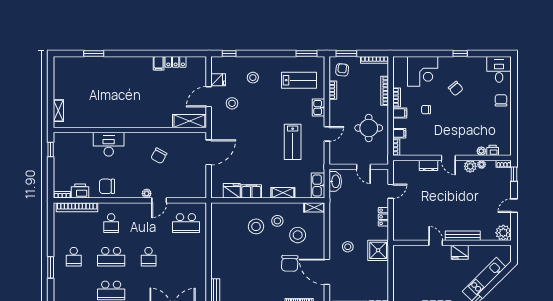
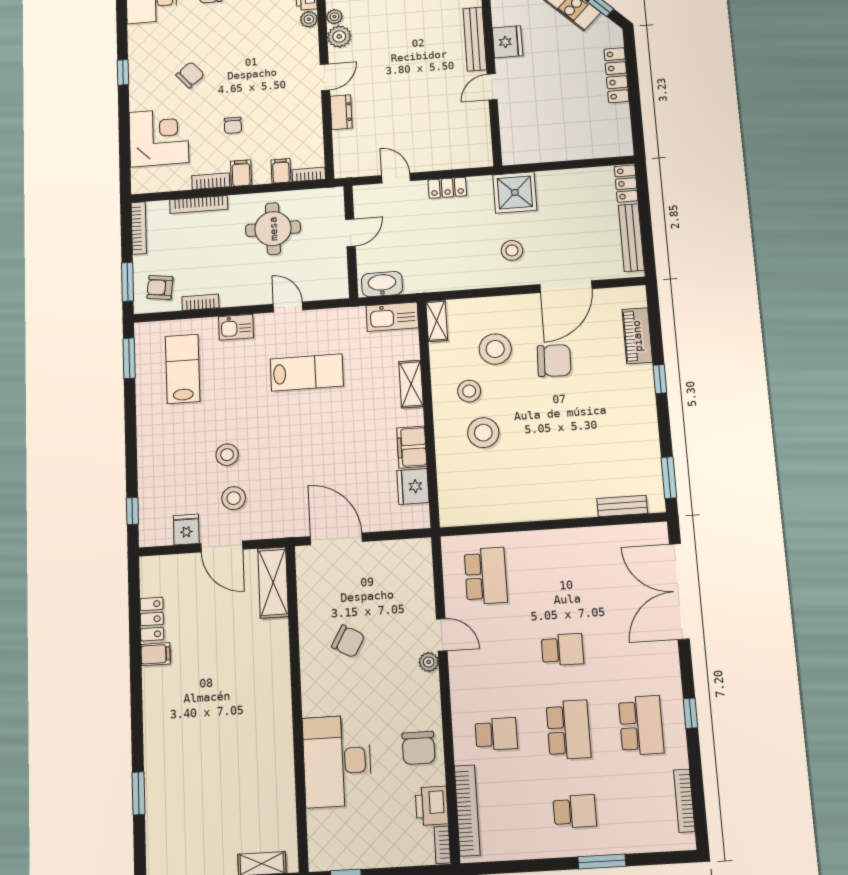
stool: (253, 78) -> (227, 455), moved
desk: (109, 144) -> (337, 761), width x1.36, depth x1.30

